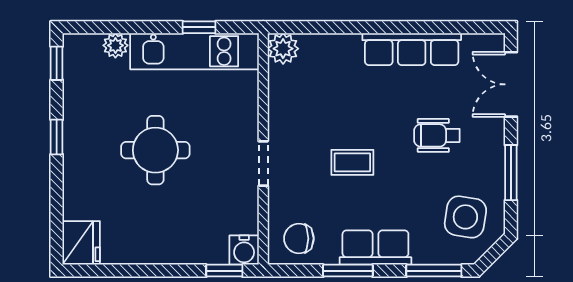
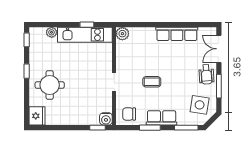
wheelchair: (437, 135) -> (206, 74), moved, turned -94
round table: (155, 150) -> (50, 85), moved

